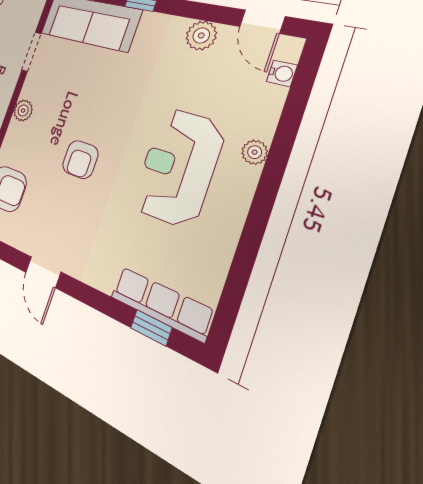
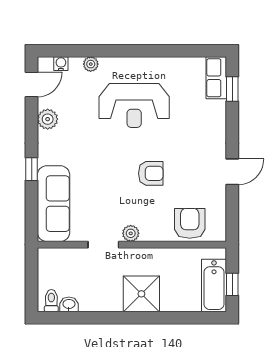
doorway: (31, 52) -> (103, 245), moved
plant: (255, 152) -> (91, 64), moved
row of seats: (161, 303) -> (216, 78), width x0.68

